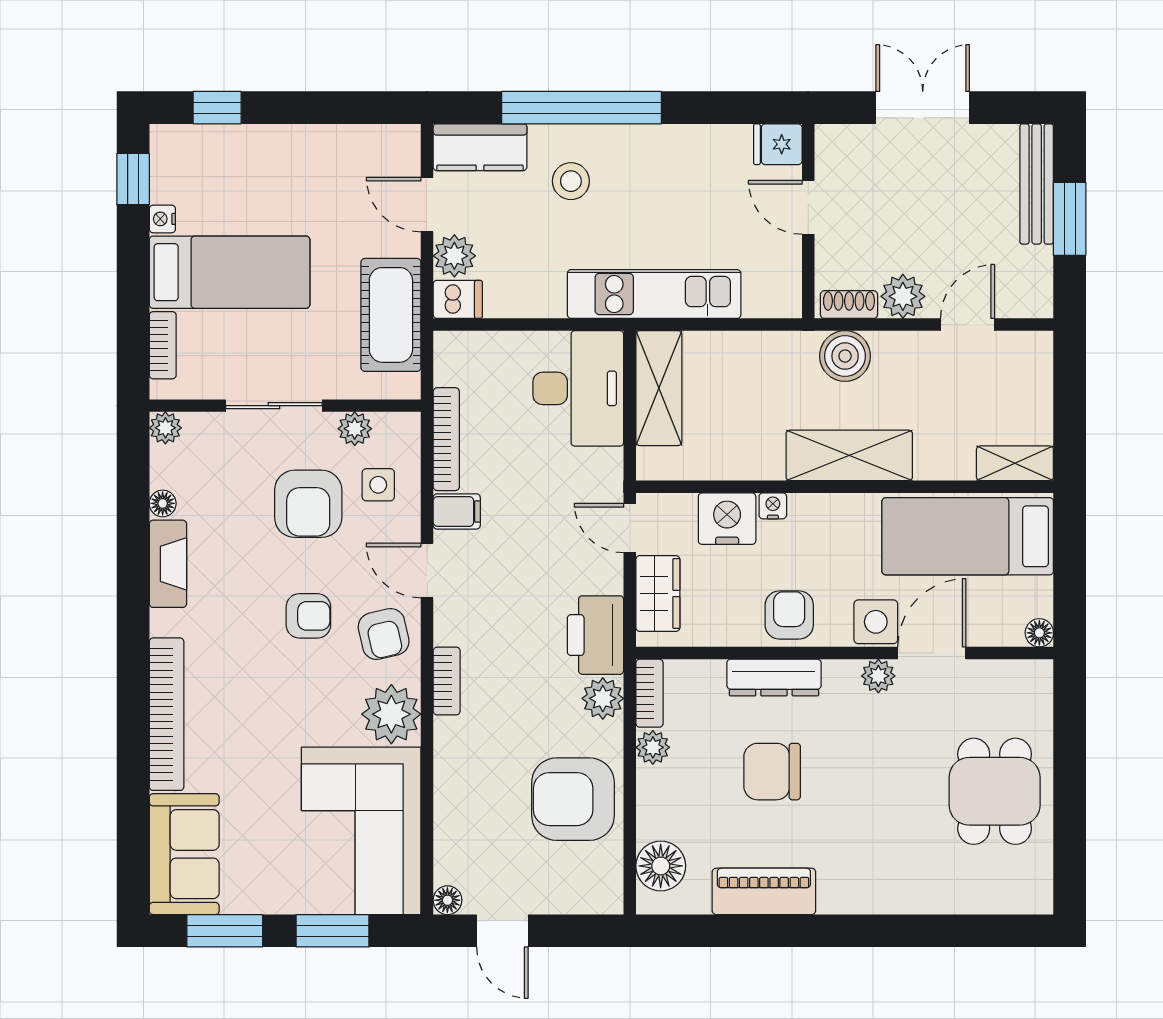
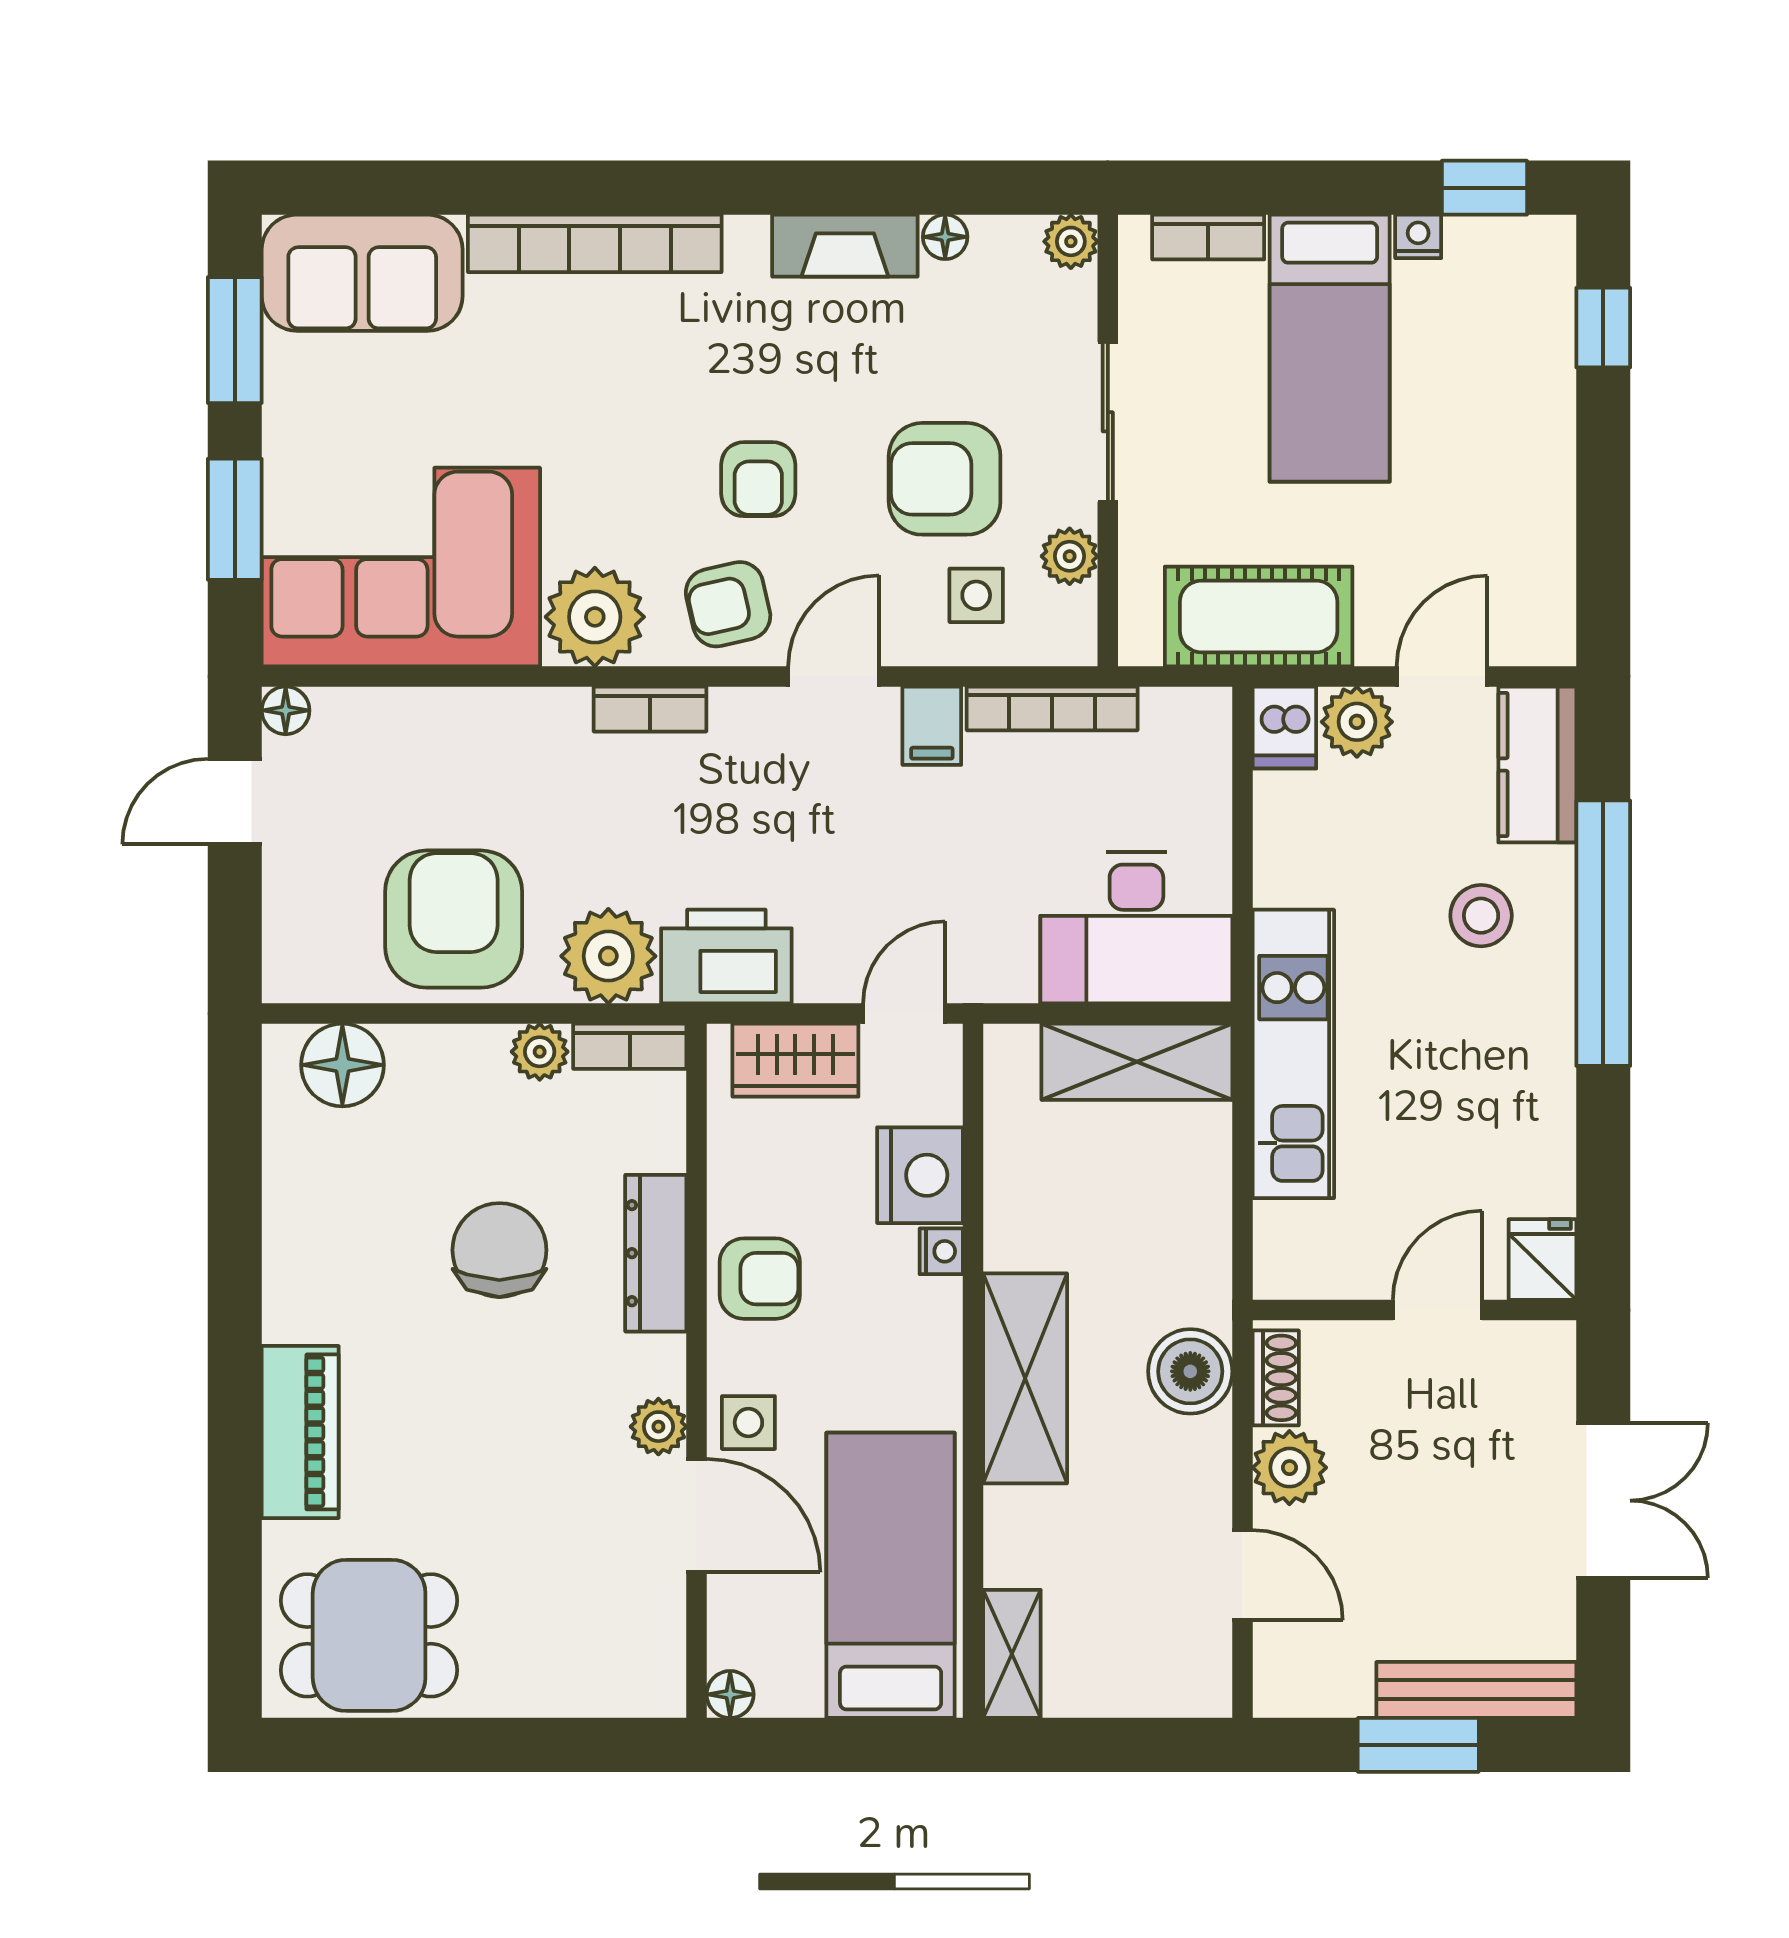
side table: (876, 622) -> (748, 1423), width x0.73, depth x0.73
plant: (603, 698) -> (608, 956), width x1.36, depth x1.36
dining table: (995, 791) -> (369, 1635), moved
piano: (764, 891) -> (300, 1432), moved

